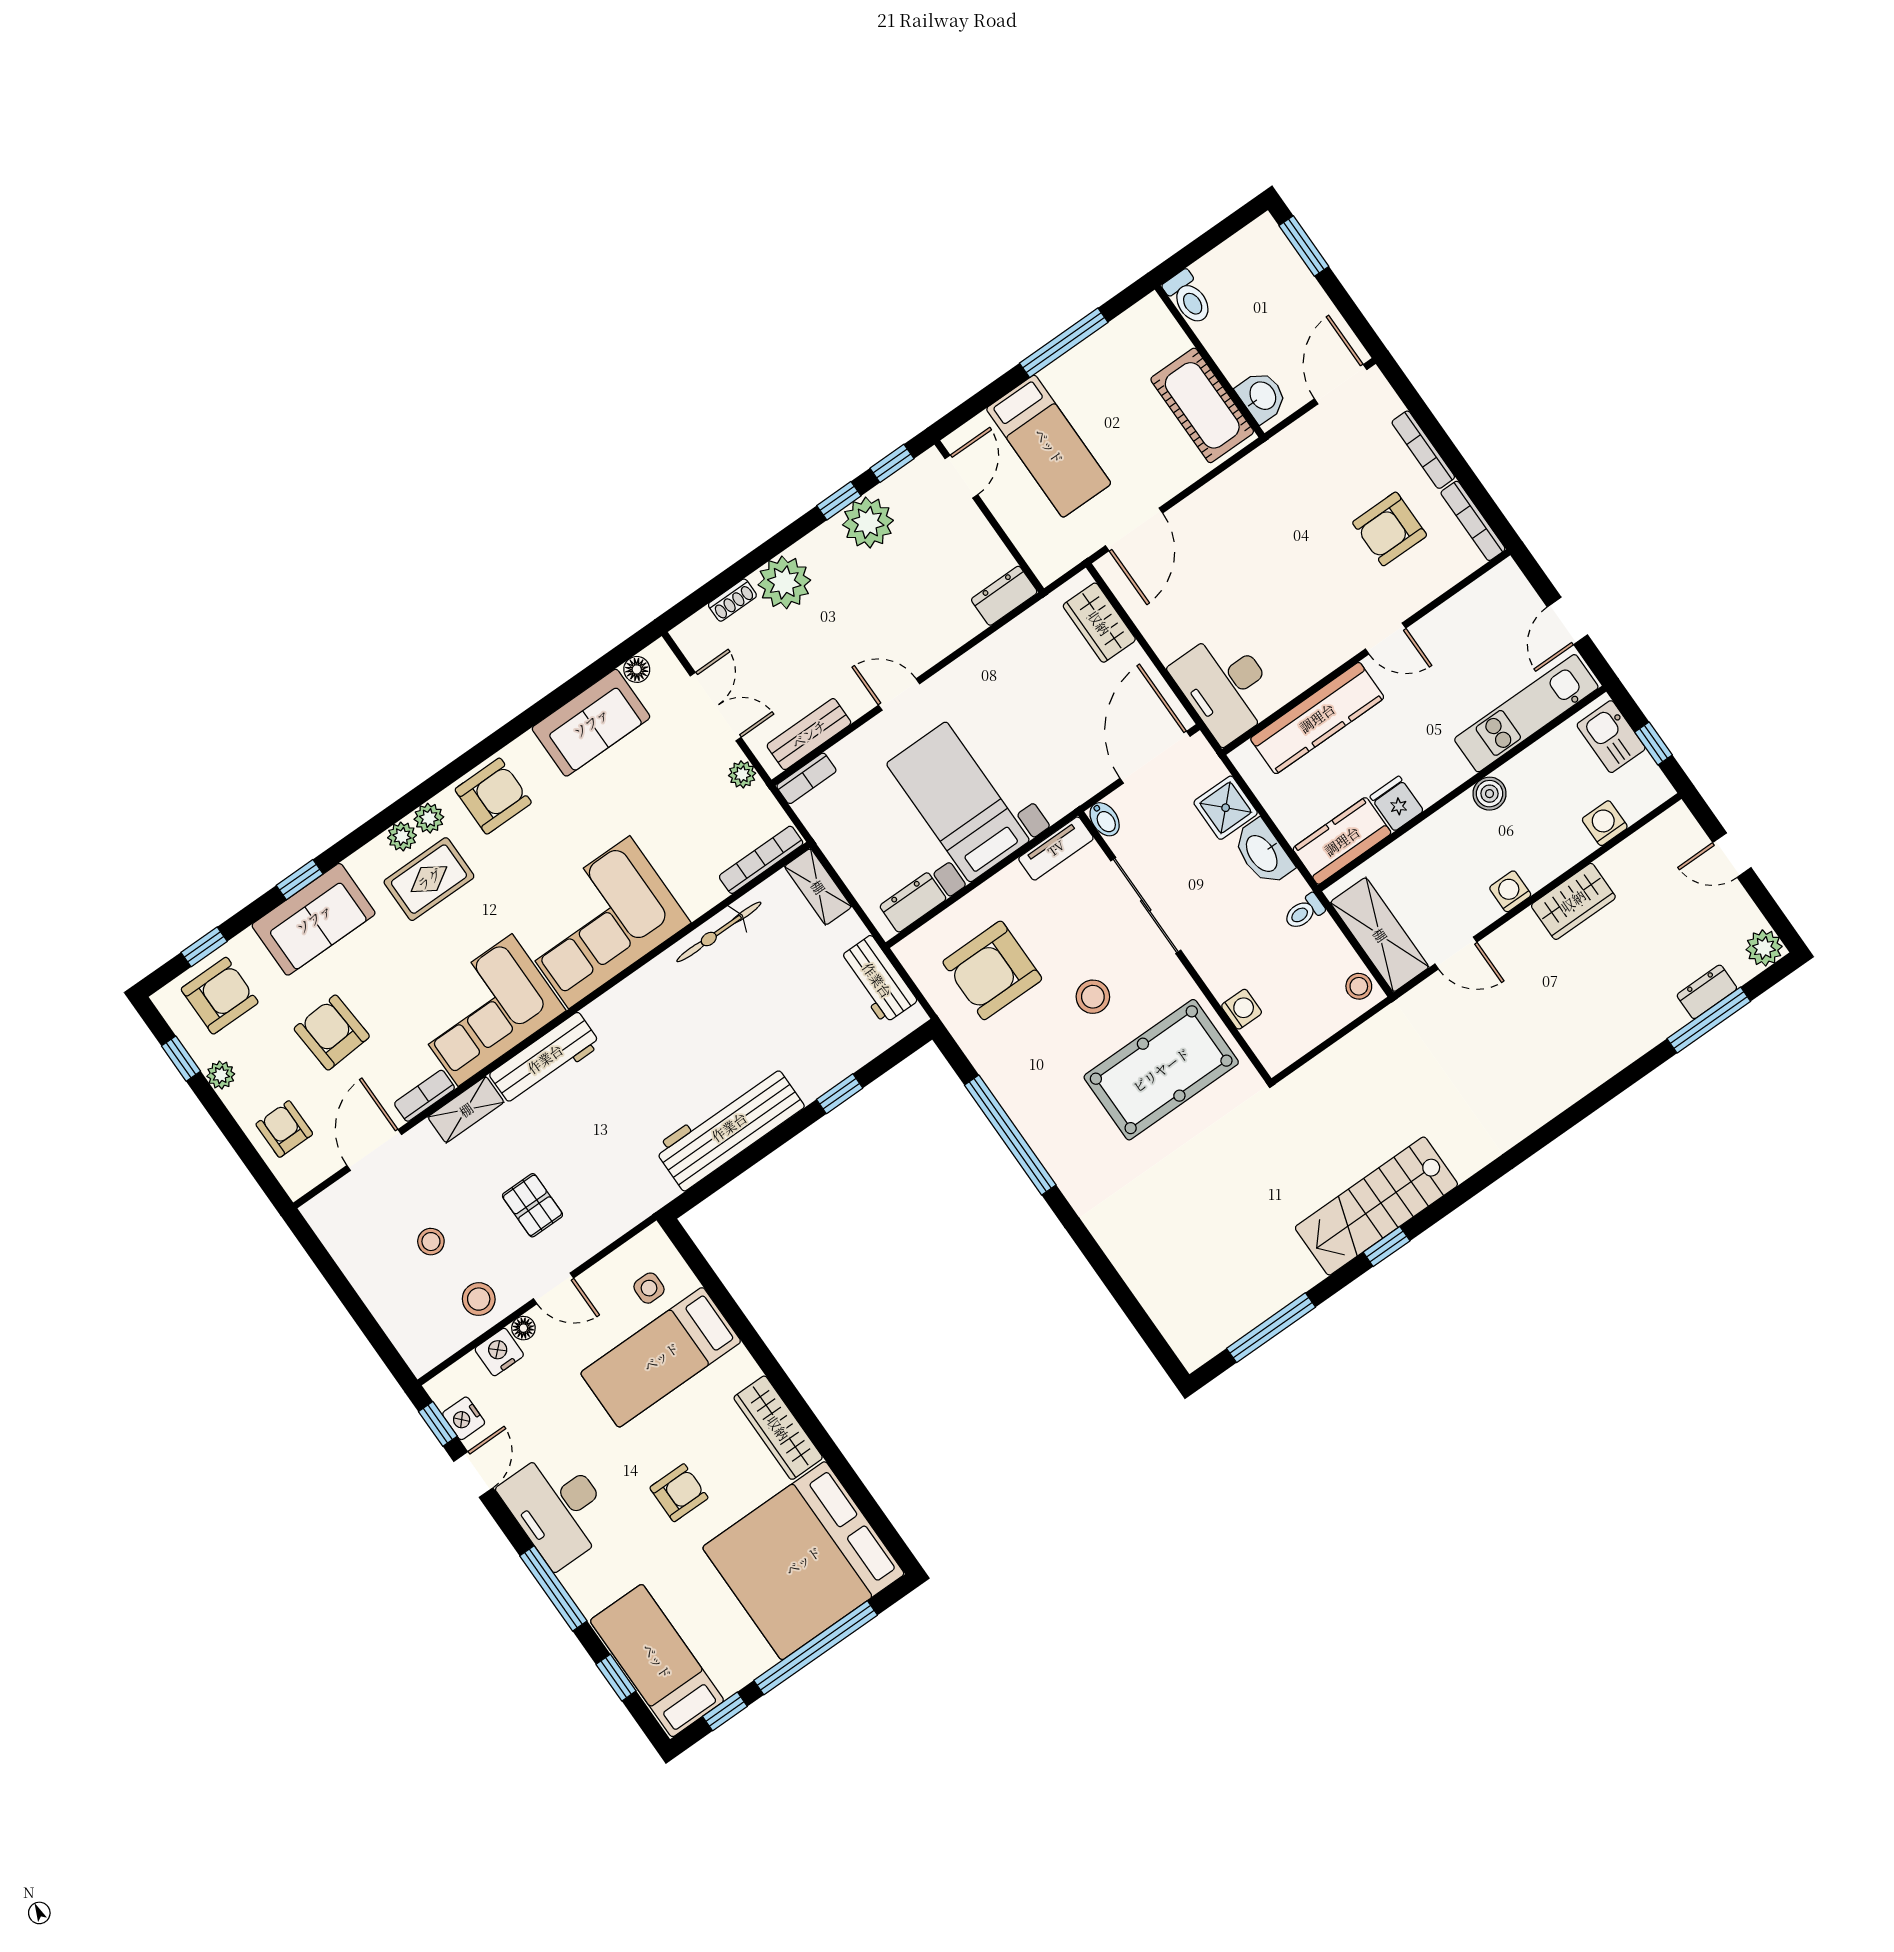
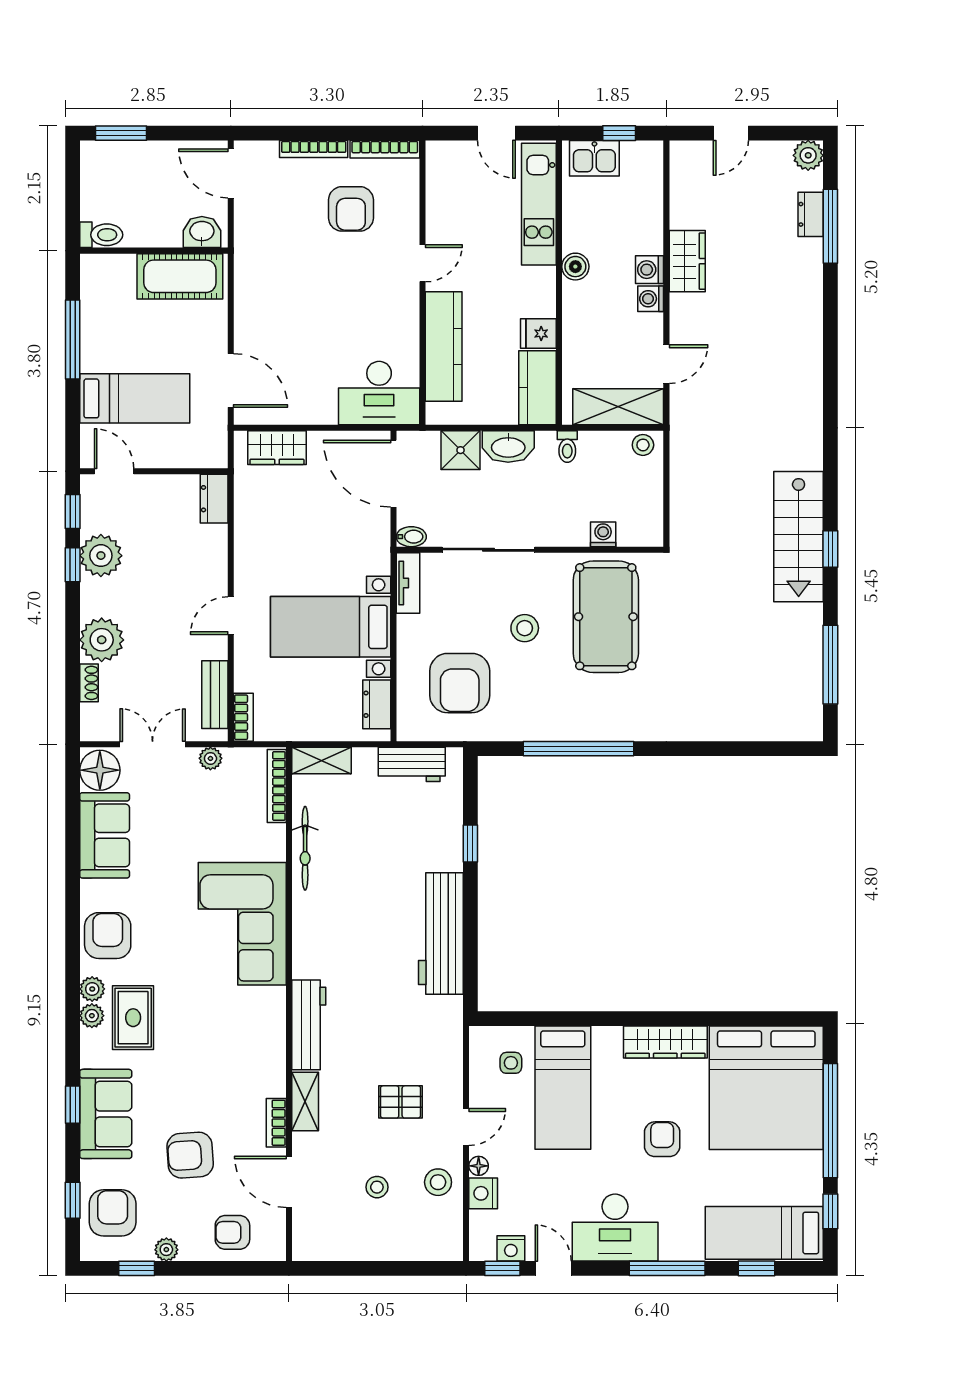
floor lamp: (637, 669) -> (100, 770), width x1.89, depth x1.89
washing machine: (1605, 823) -> (650, 270), moved
corner sofa: (485, 1010) -> (247, 1042), removed

